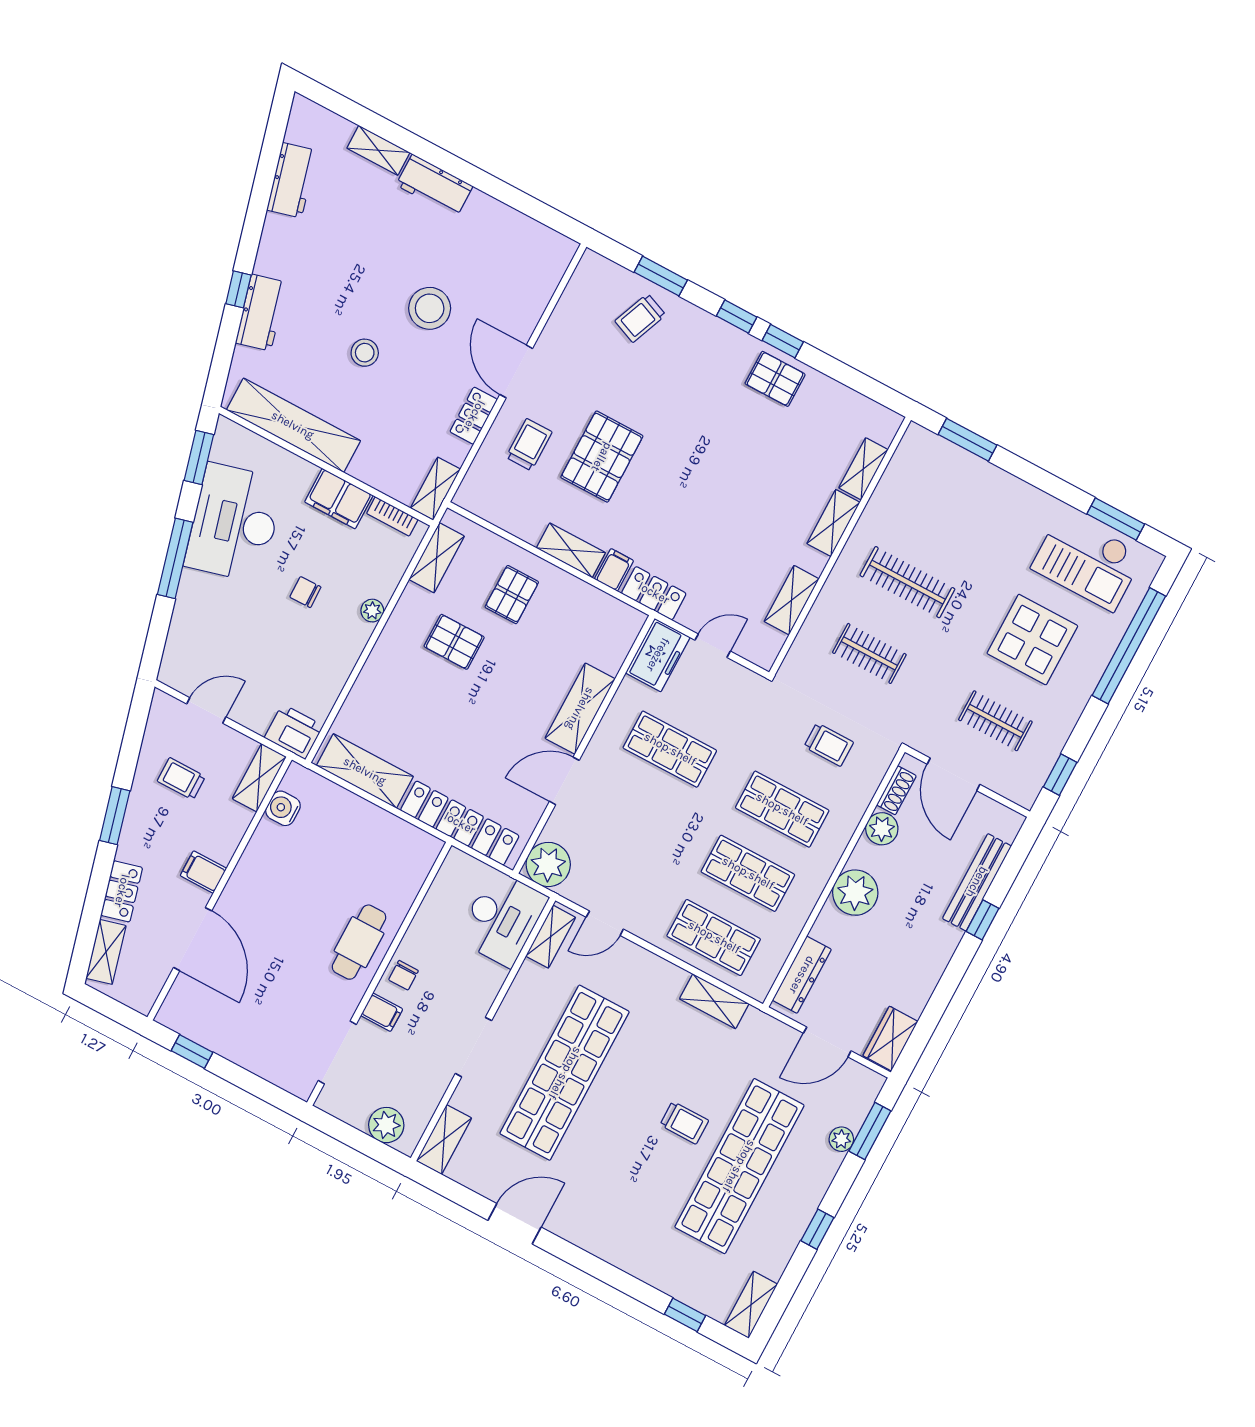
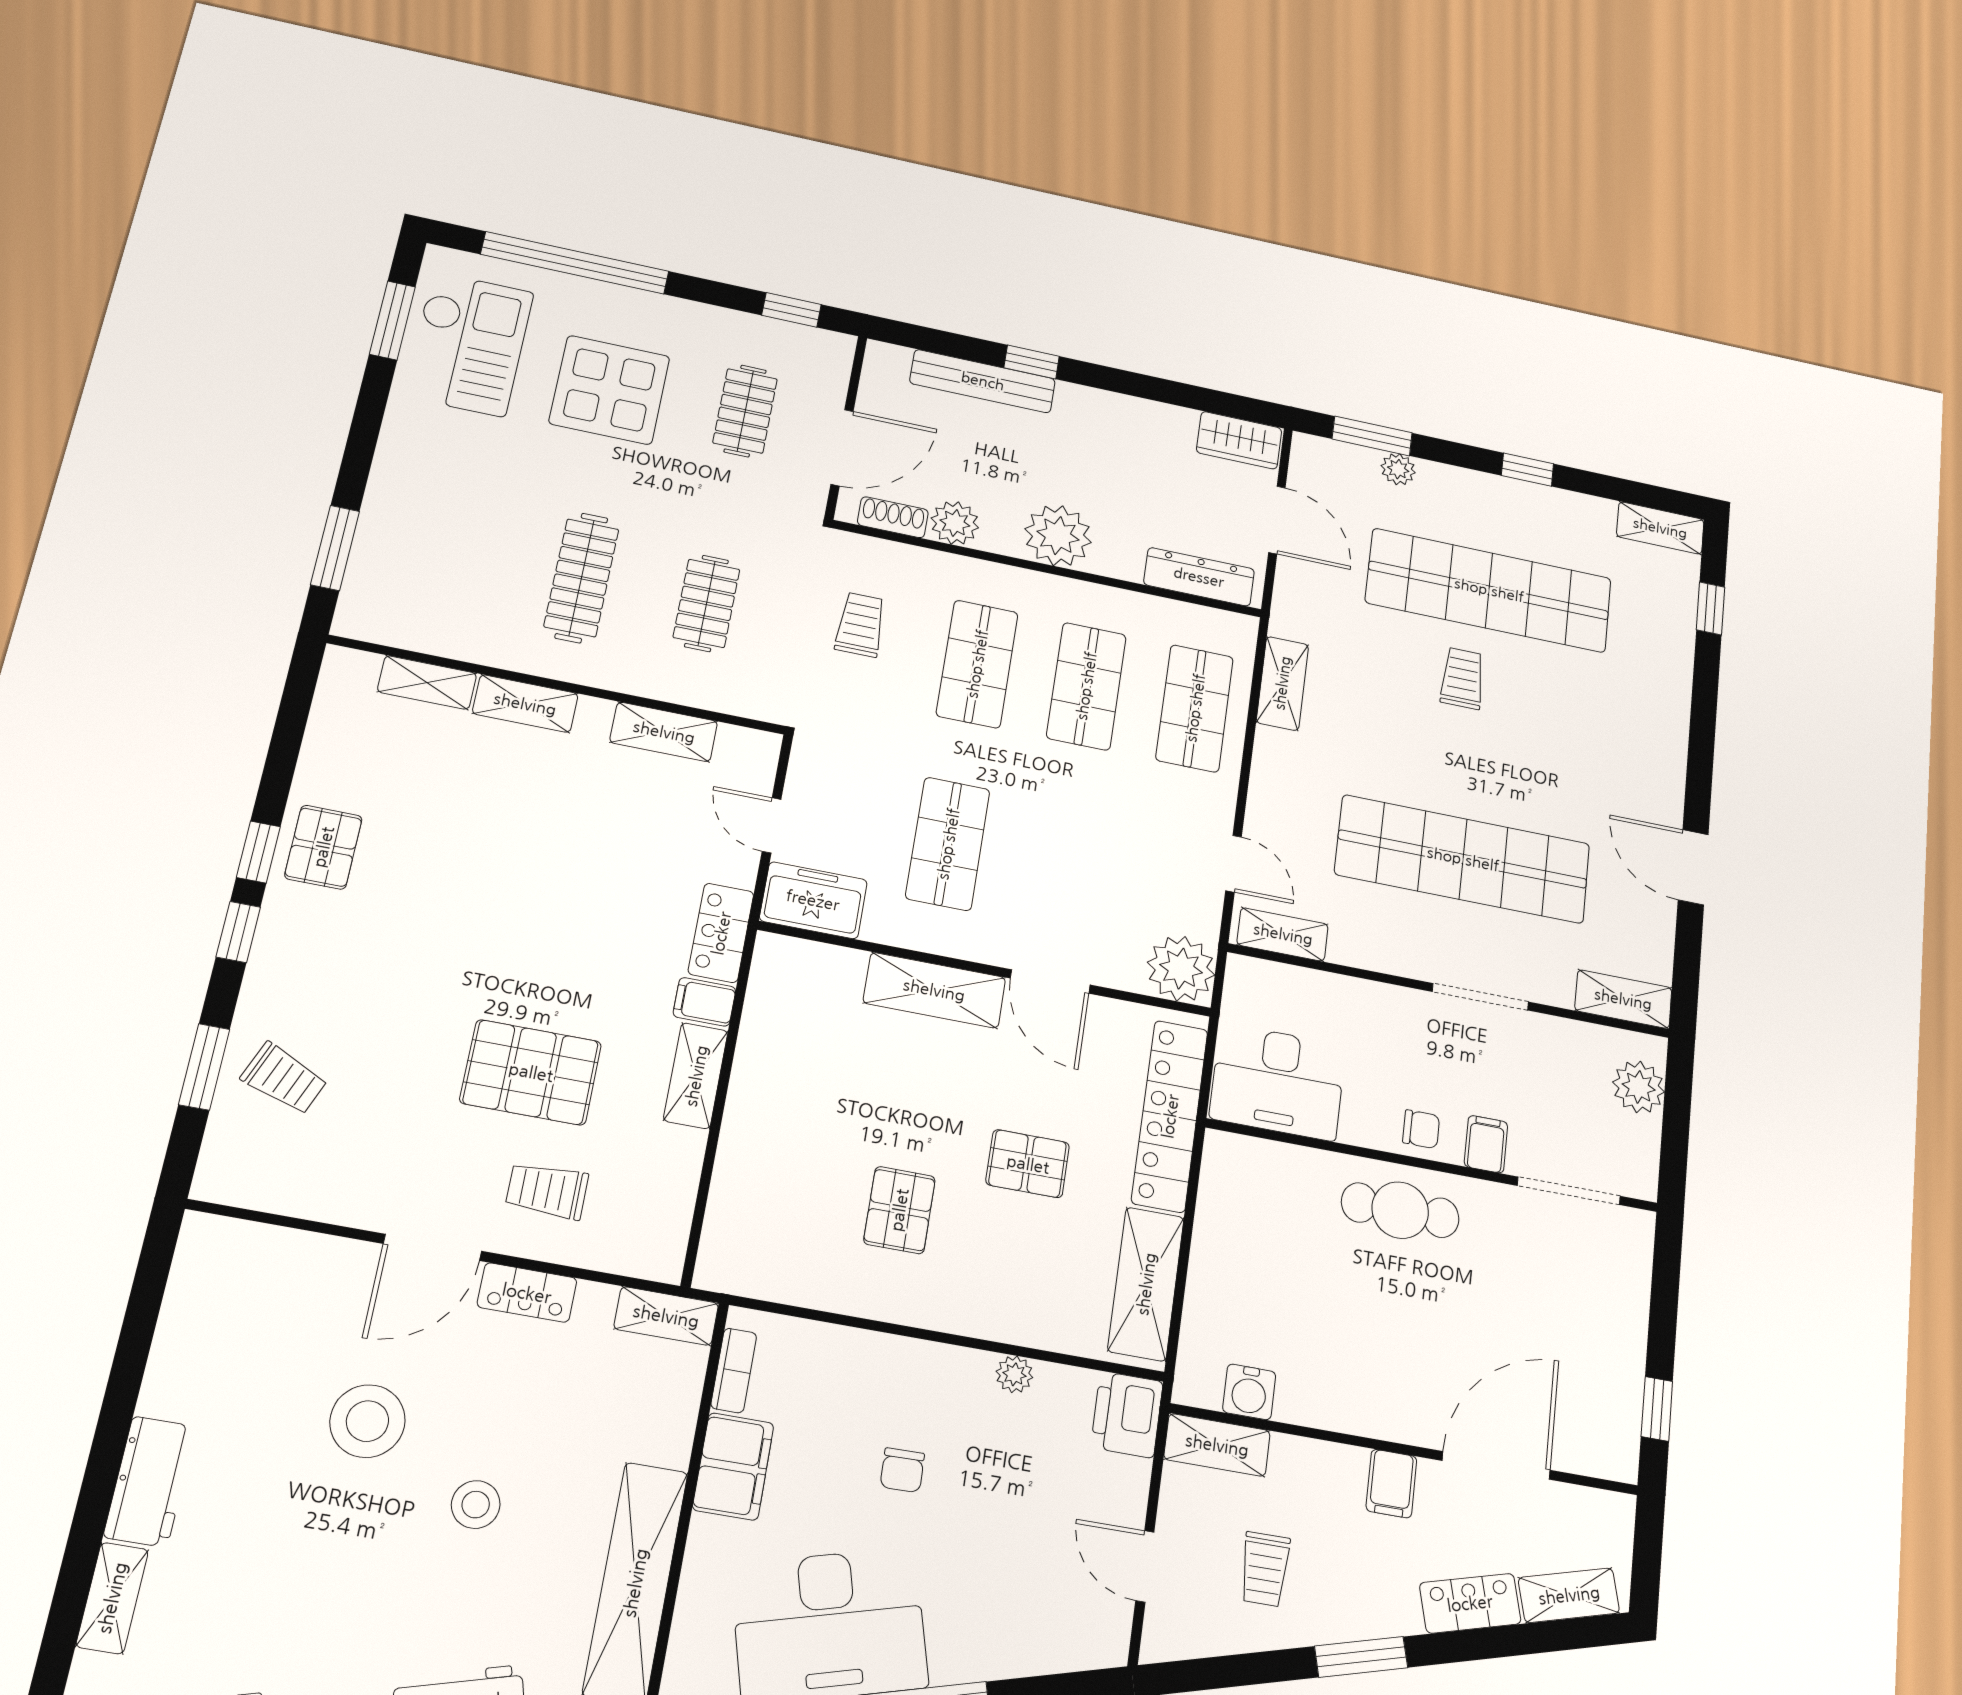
shelving: (437, 558) -> (777, 1279), removed
pallet: (512, 595) -> (1028, 1164), moved
plant: (372, 611) -> (1014, 1374), moved
desk: (502, 918) -> (1278, 1082), moved, turned 180

